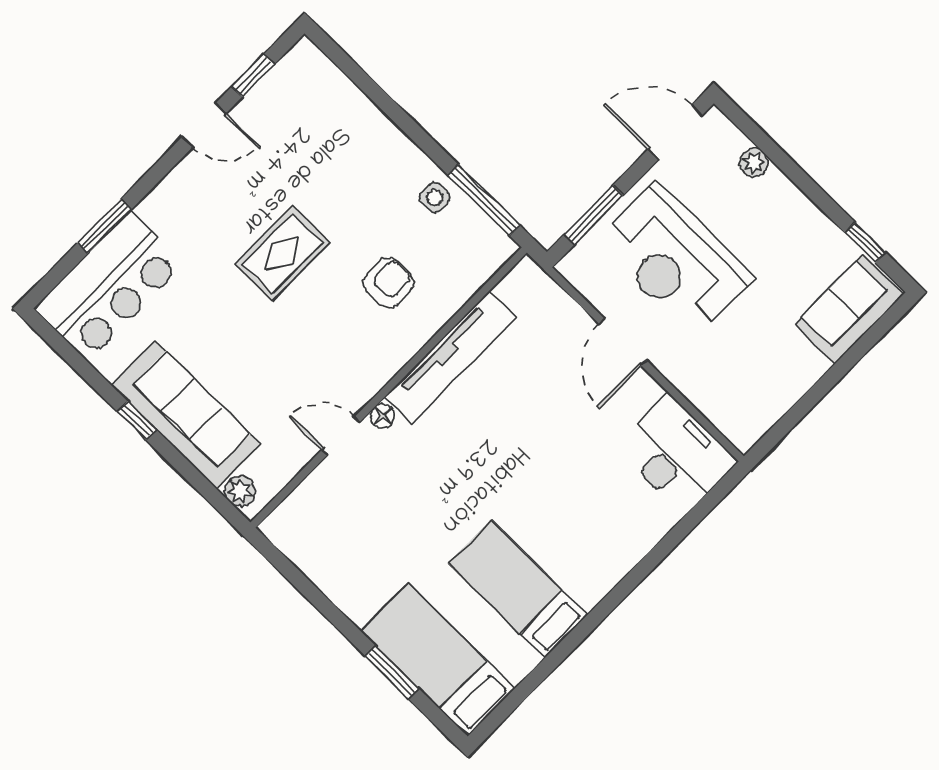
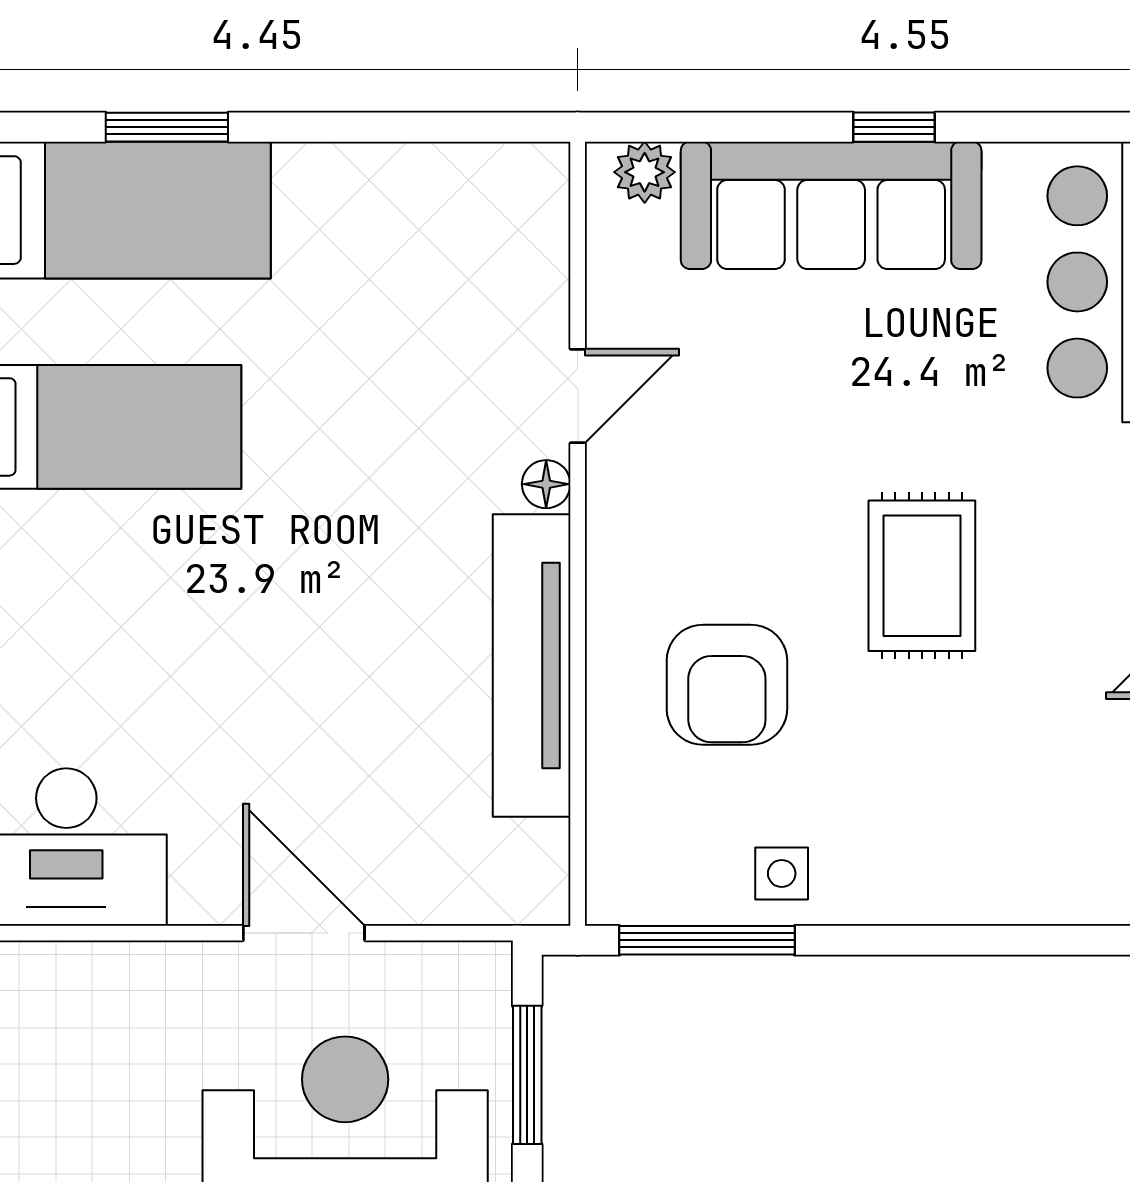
armchair: (388, 283) -> (727, 685), width x1.38, depth x1.38

